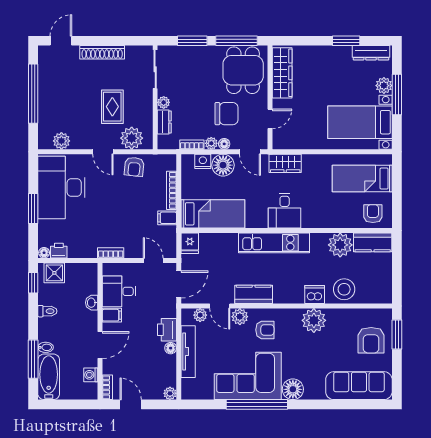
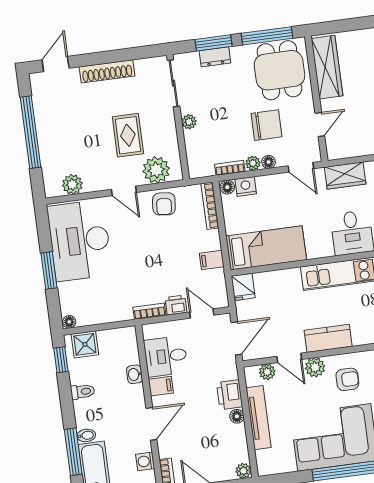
dresser: (164, 122) -> (215, 57), moved, turned 90
floor lamp: (223, 165) -> (227, 187), moved, width x0.53, depth x0.53
bookcase: (171, 190) -> (210, 206), moved
printer: (59, 251) -> (176, 305), moved

